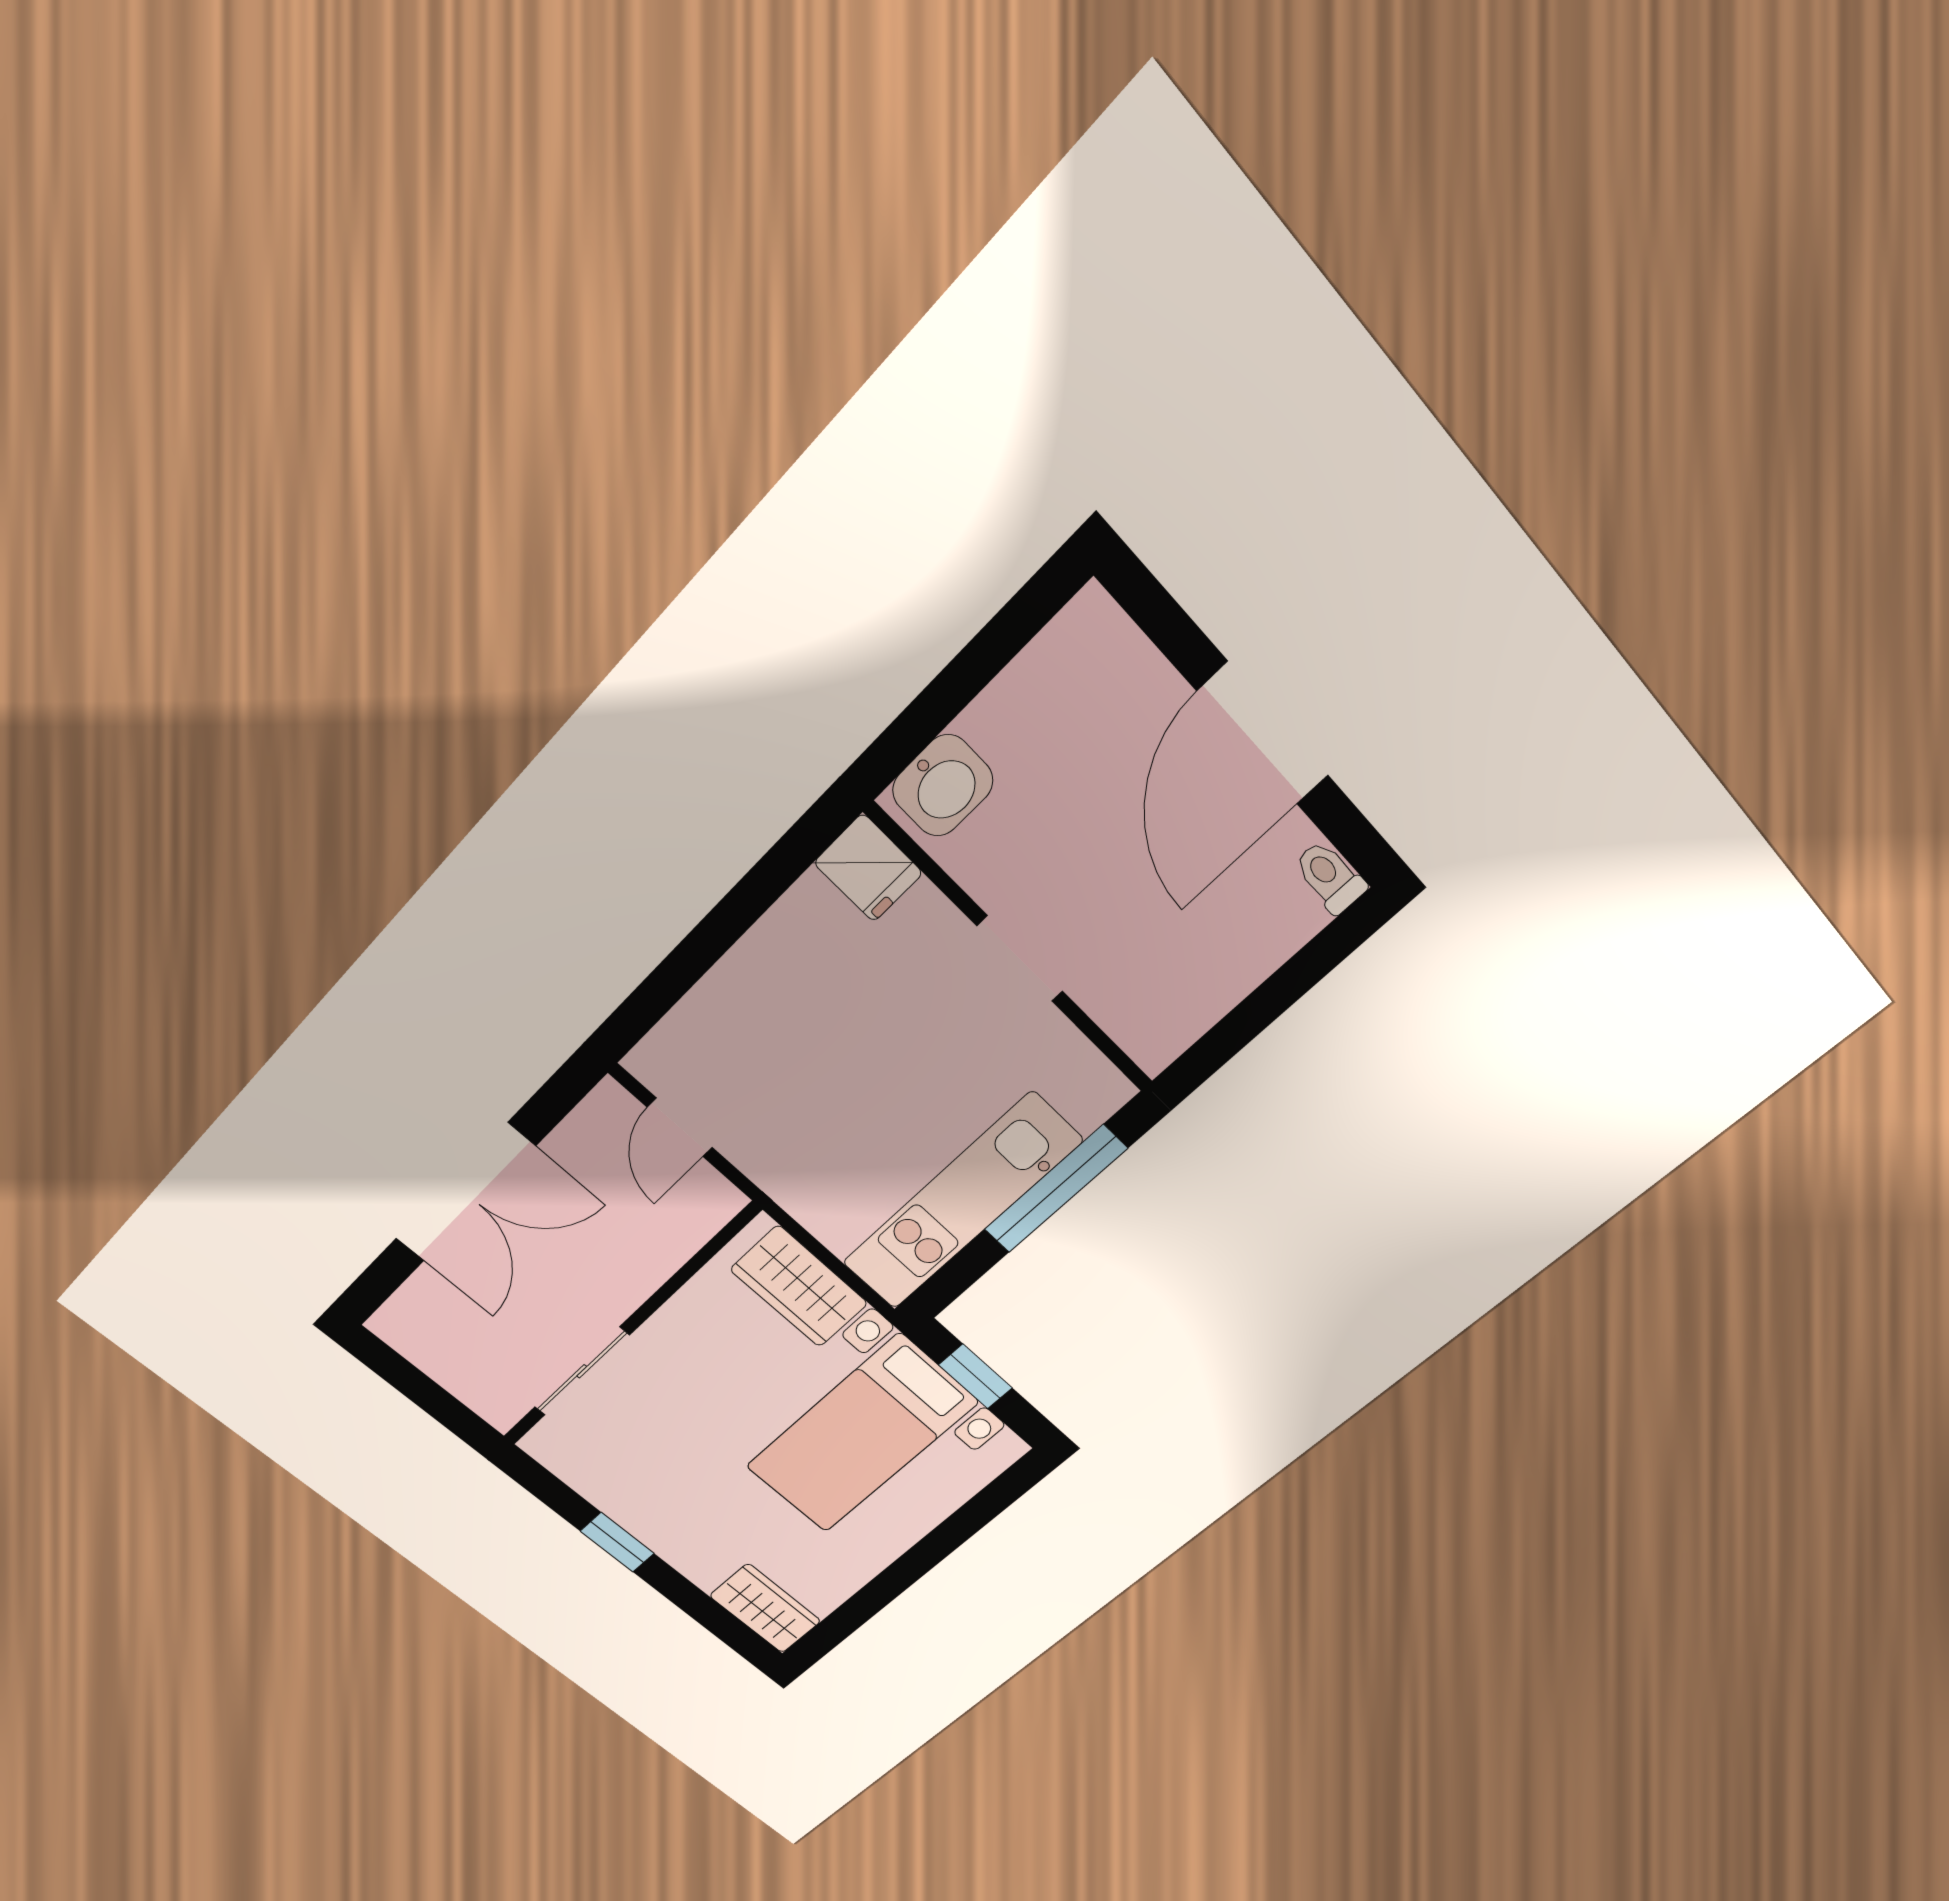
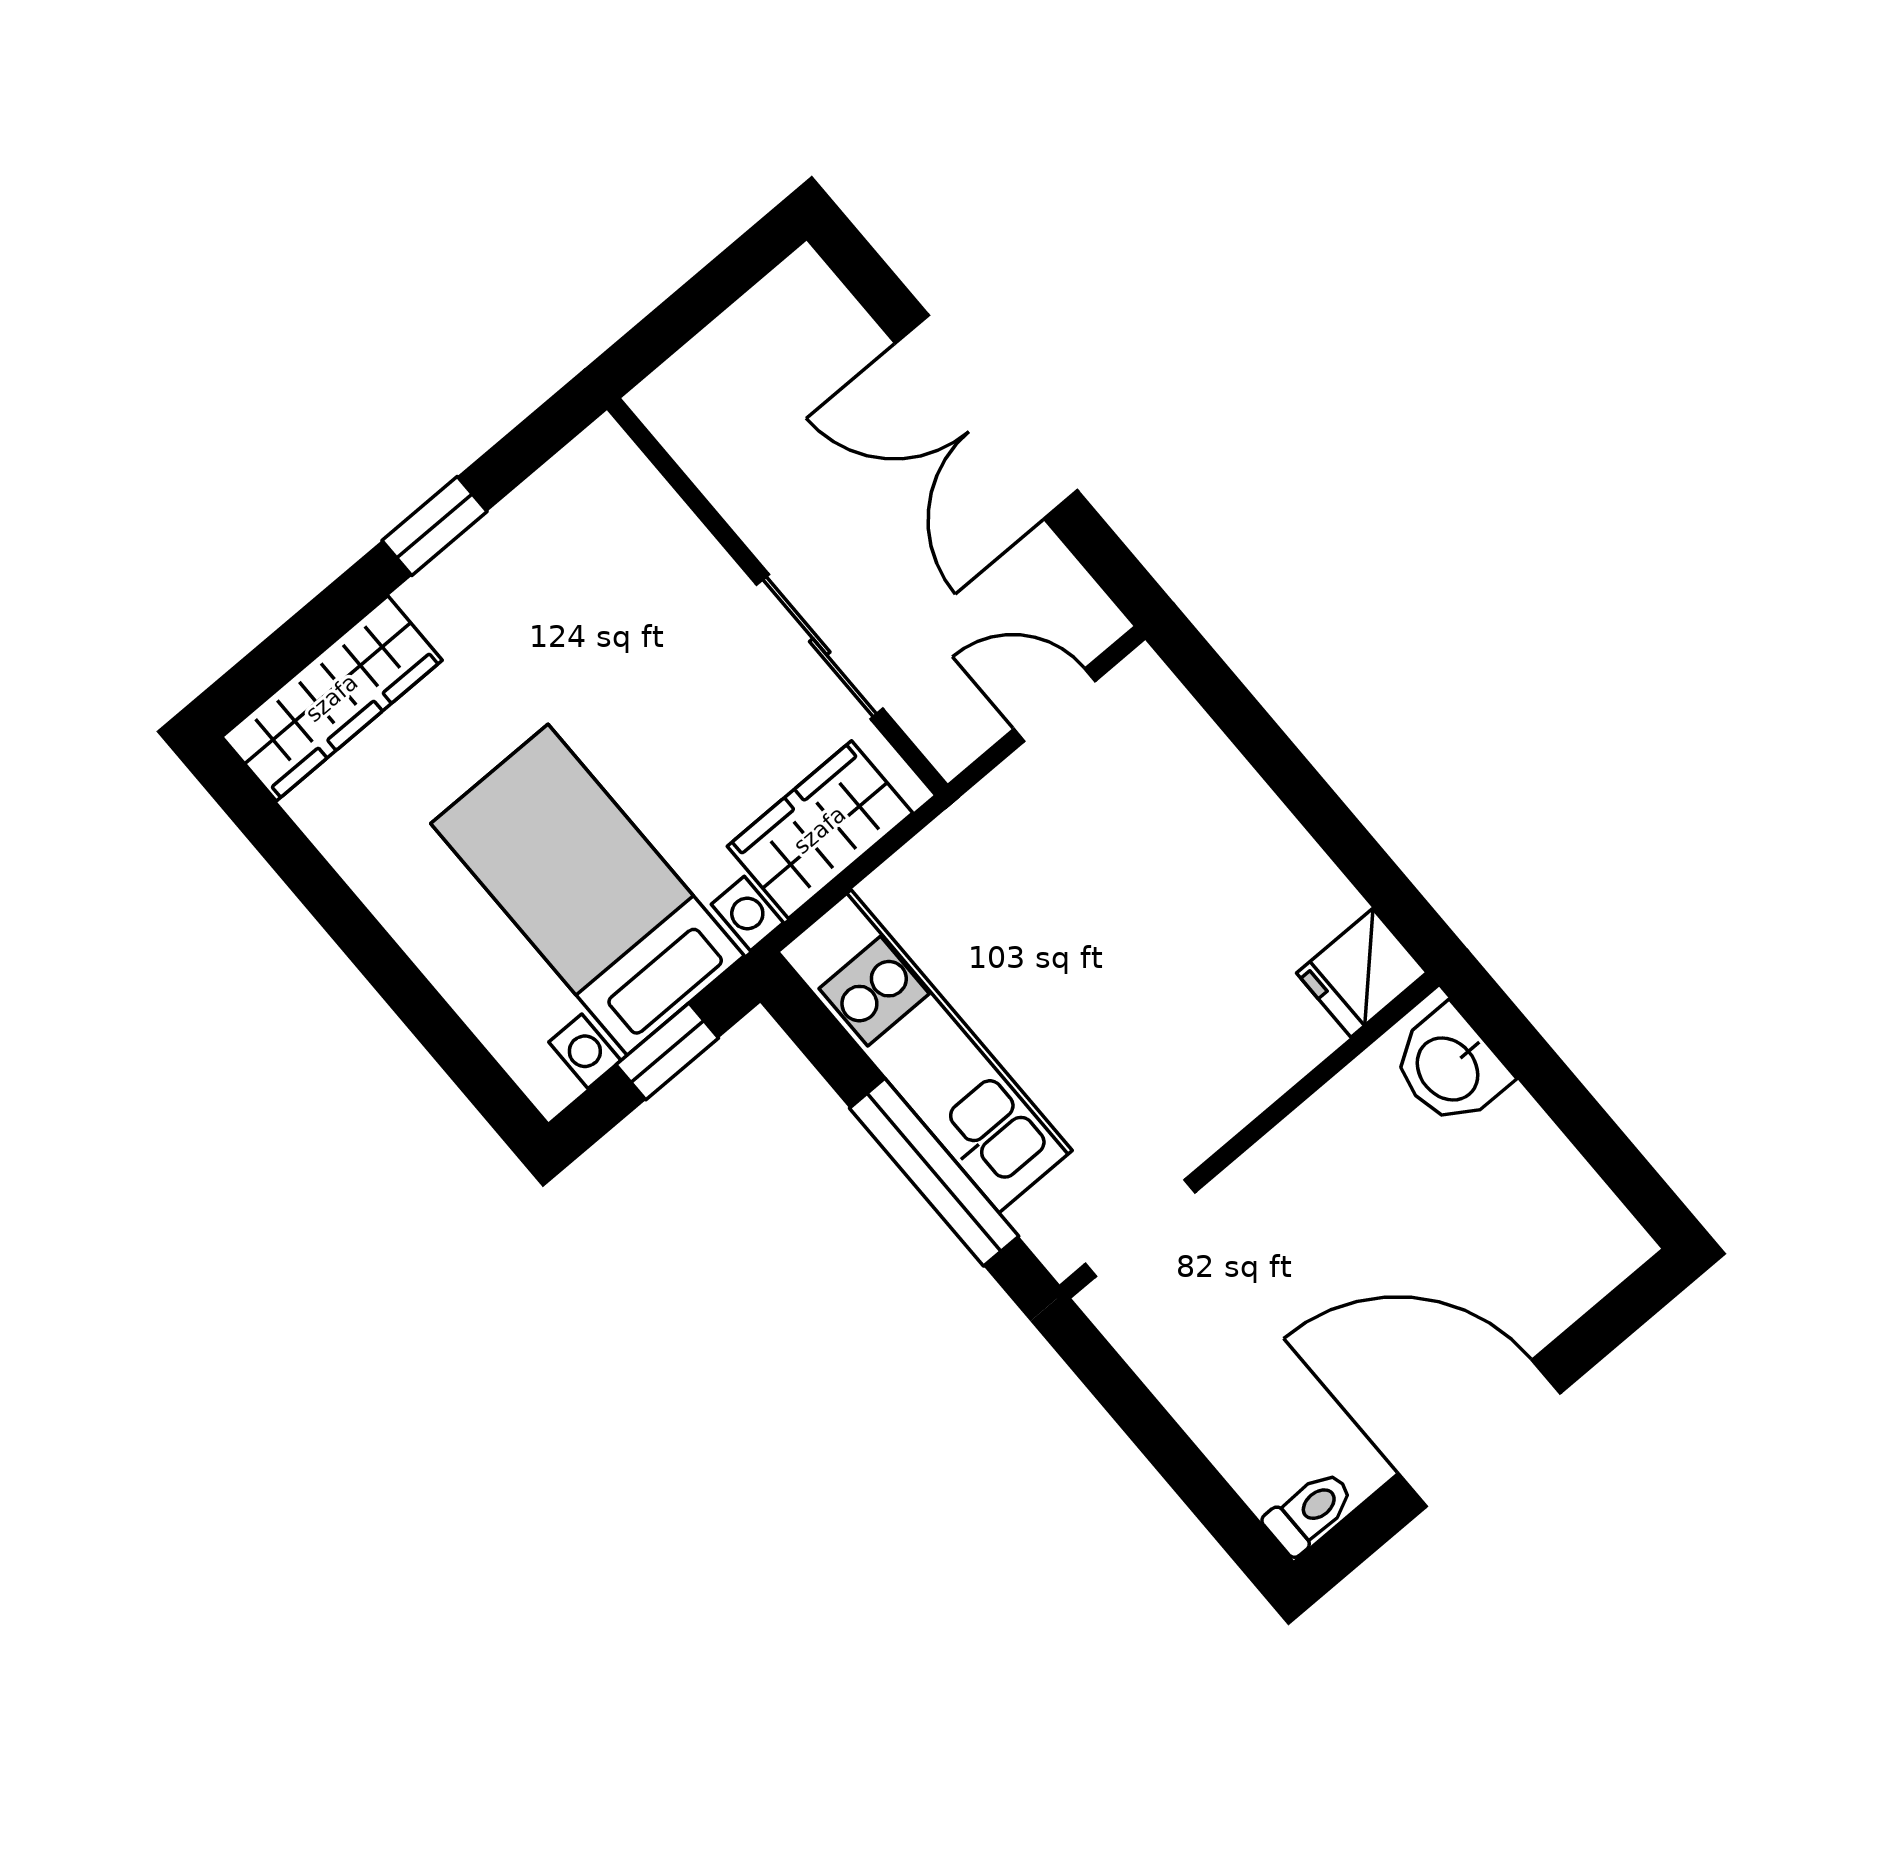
doorway: (1020, 959) -> (1140, 1228), moved
sliding door: (582, 1371) -> (820, 647), moved
wardrobe: (765, 1608) -> (332, 698), width x1.50

